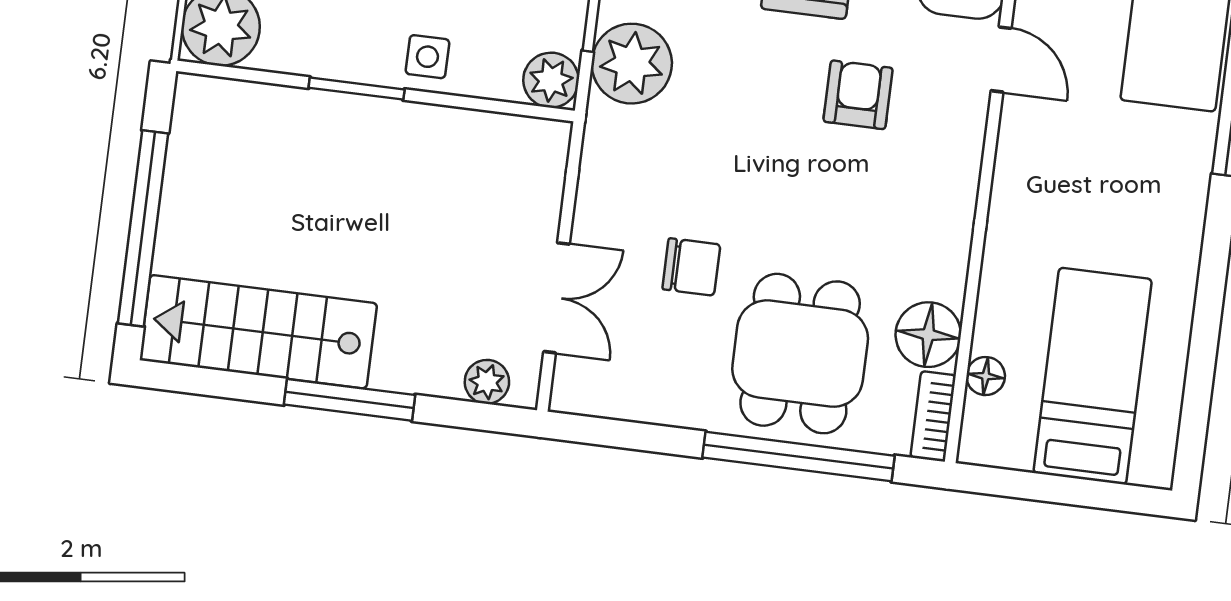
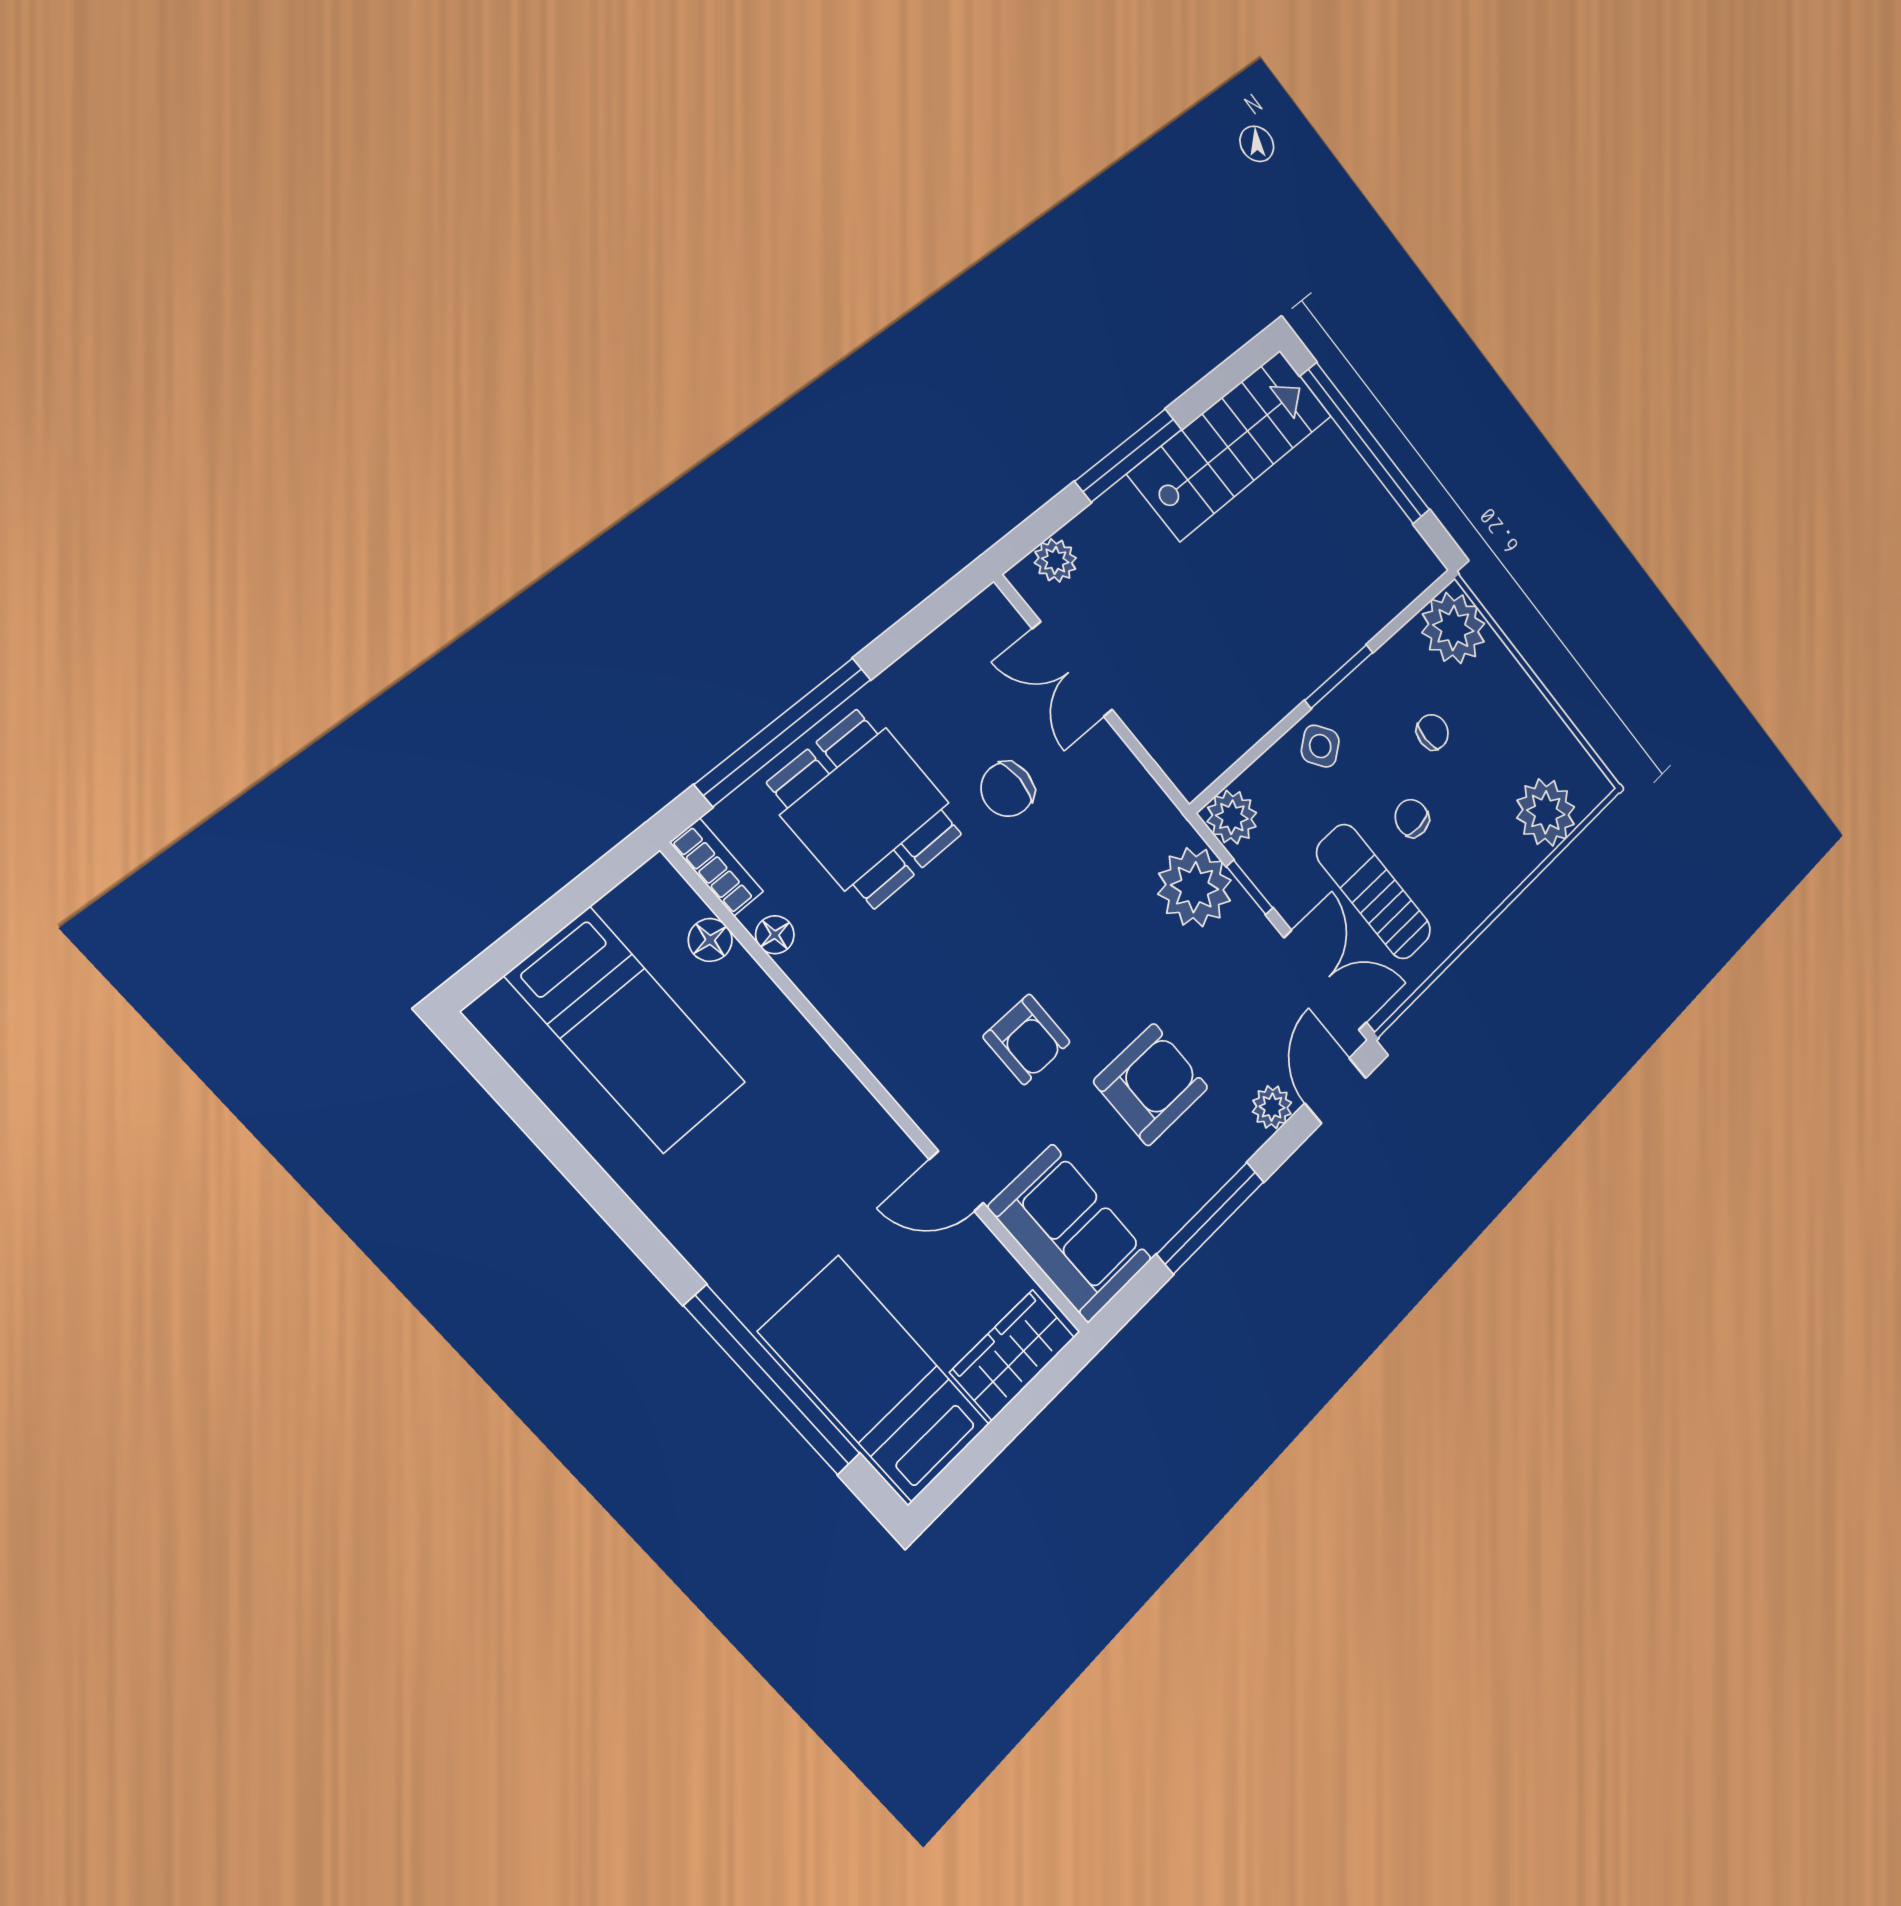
side table: (427, 57) -> (1320, 746), turned -36
floor lamp: (928, 335) -> (775, 935), width x0.53, depth x0.53

